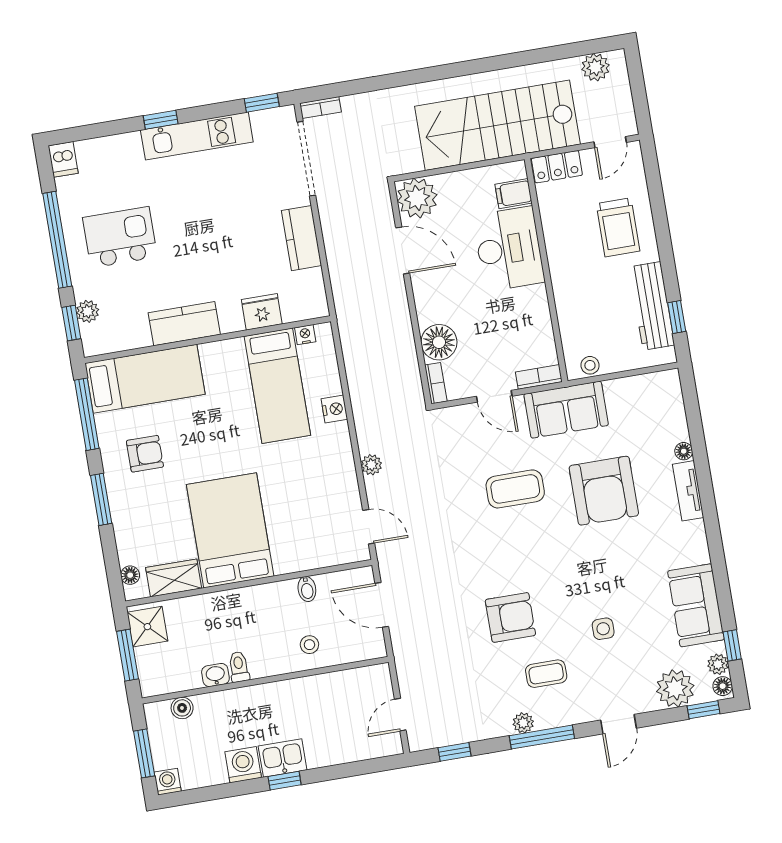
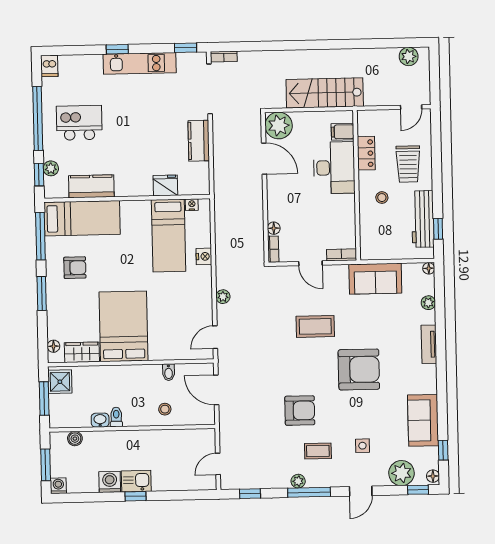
stairs: (497, 125) -> (325, 93), width x0.73, depth x0.66
locker: (557, 167) -> (366, 153), moved, turned -90
kitchen counter: (184, 324) -> (91, 186), moved
floor lamp: (439, 342) -> (274, 228), width x0.53, depth x0.53
stool: (590, 365) -> (382, 198), moved
sofa: (566, 410) -> (375, 279), moved
floor lamp: (684, 451) -> (429, 268), moved
armchair: (604, 491) -> (359, 369), moved, turned -90
door: (369, 527) -> (215, 337), swing flipped
side table: (603, 629) -> (362, 446), moved
plant: (718, 664) -> (428, 303), moved

